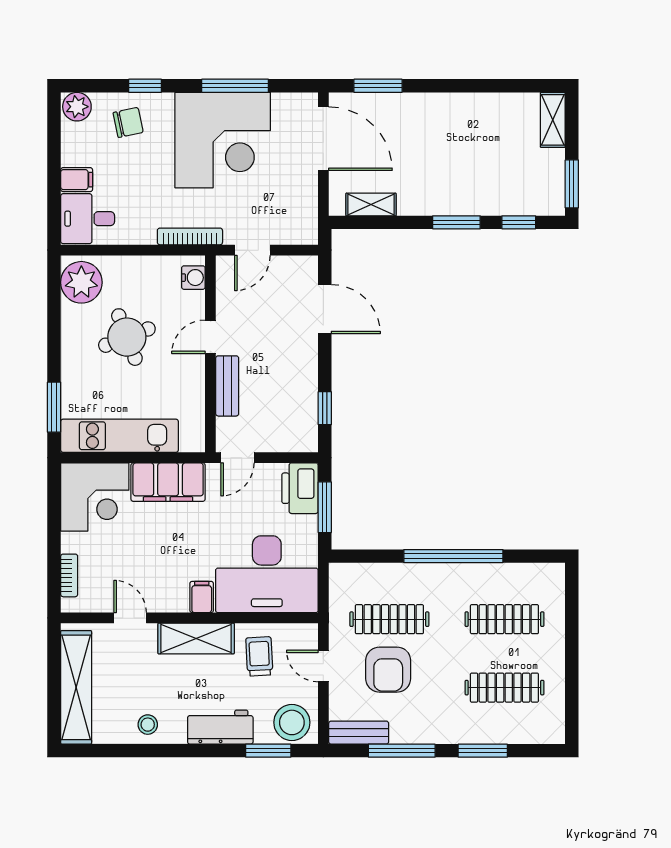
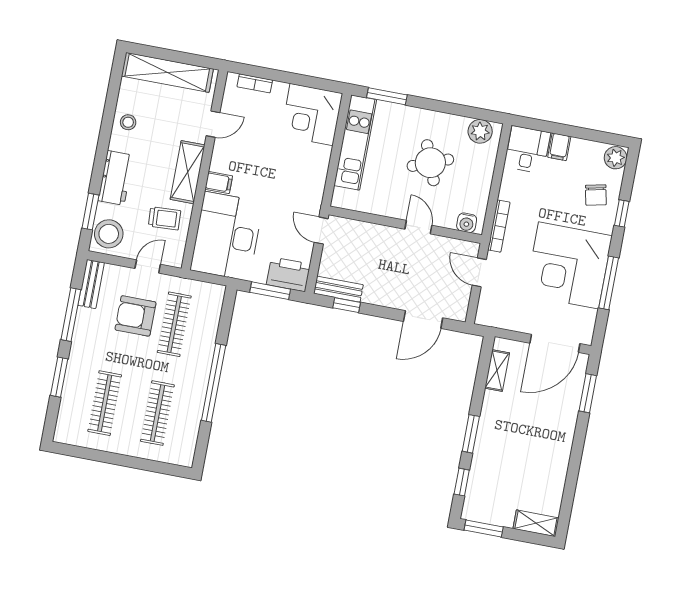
plant: (81, 282) -> (480, 131), width x0.73, depth x0.73
bench: (227, 386) -> (338, 289), moved
filing cabinet: (168, 482) -> (312, 173), removed

